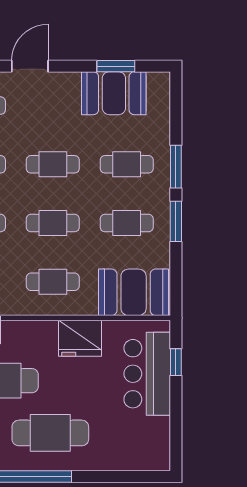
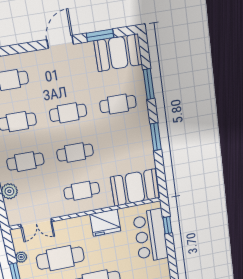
door: (30, 66) -> (60, 42), moved
booth: (114, 93) -> (118, 53), moved
window: (176, 167) -> (149, 84), moved
cafe table: (127, 223) -> (124, 144), removed

